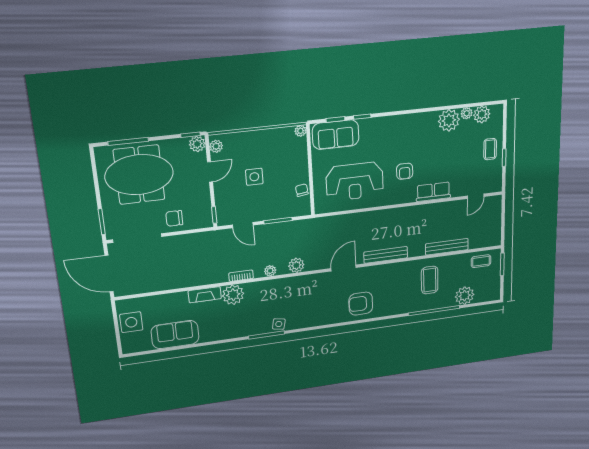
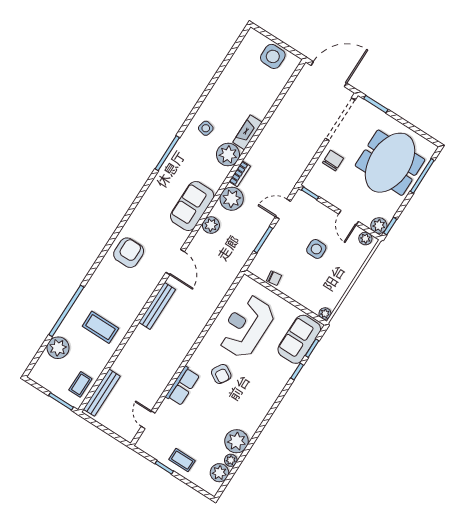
armchair: (405, 171) -> (221, 374), turned -149
bench: (447, 247) -> (102, 393), moved
plant: (270, 271) -> (232, 199), width x1.88, depth x1.88
side table: (279, 324) -> (206, 128), moved
sofa: (175, 335) -> (192, 206), moved, turned 180

